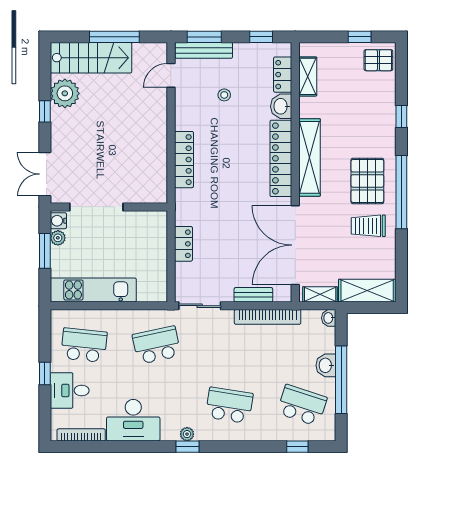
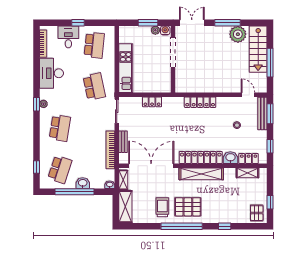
window: (45, 111) -> (228, 23), width x2.17
kitchen unit: (93, 290) -> (126, 68), moved

